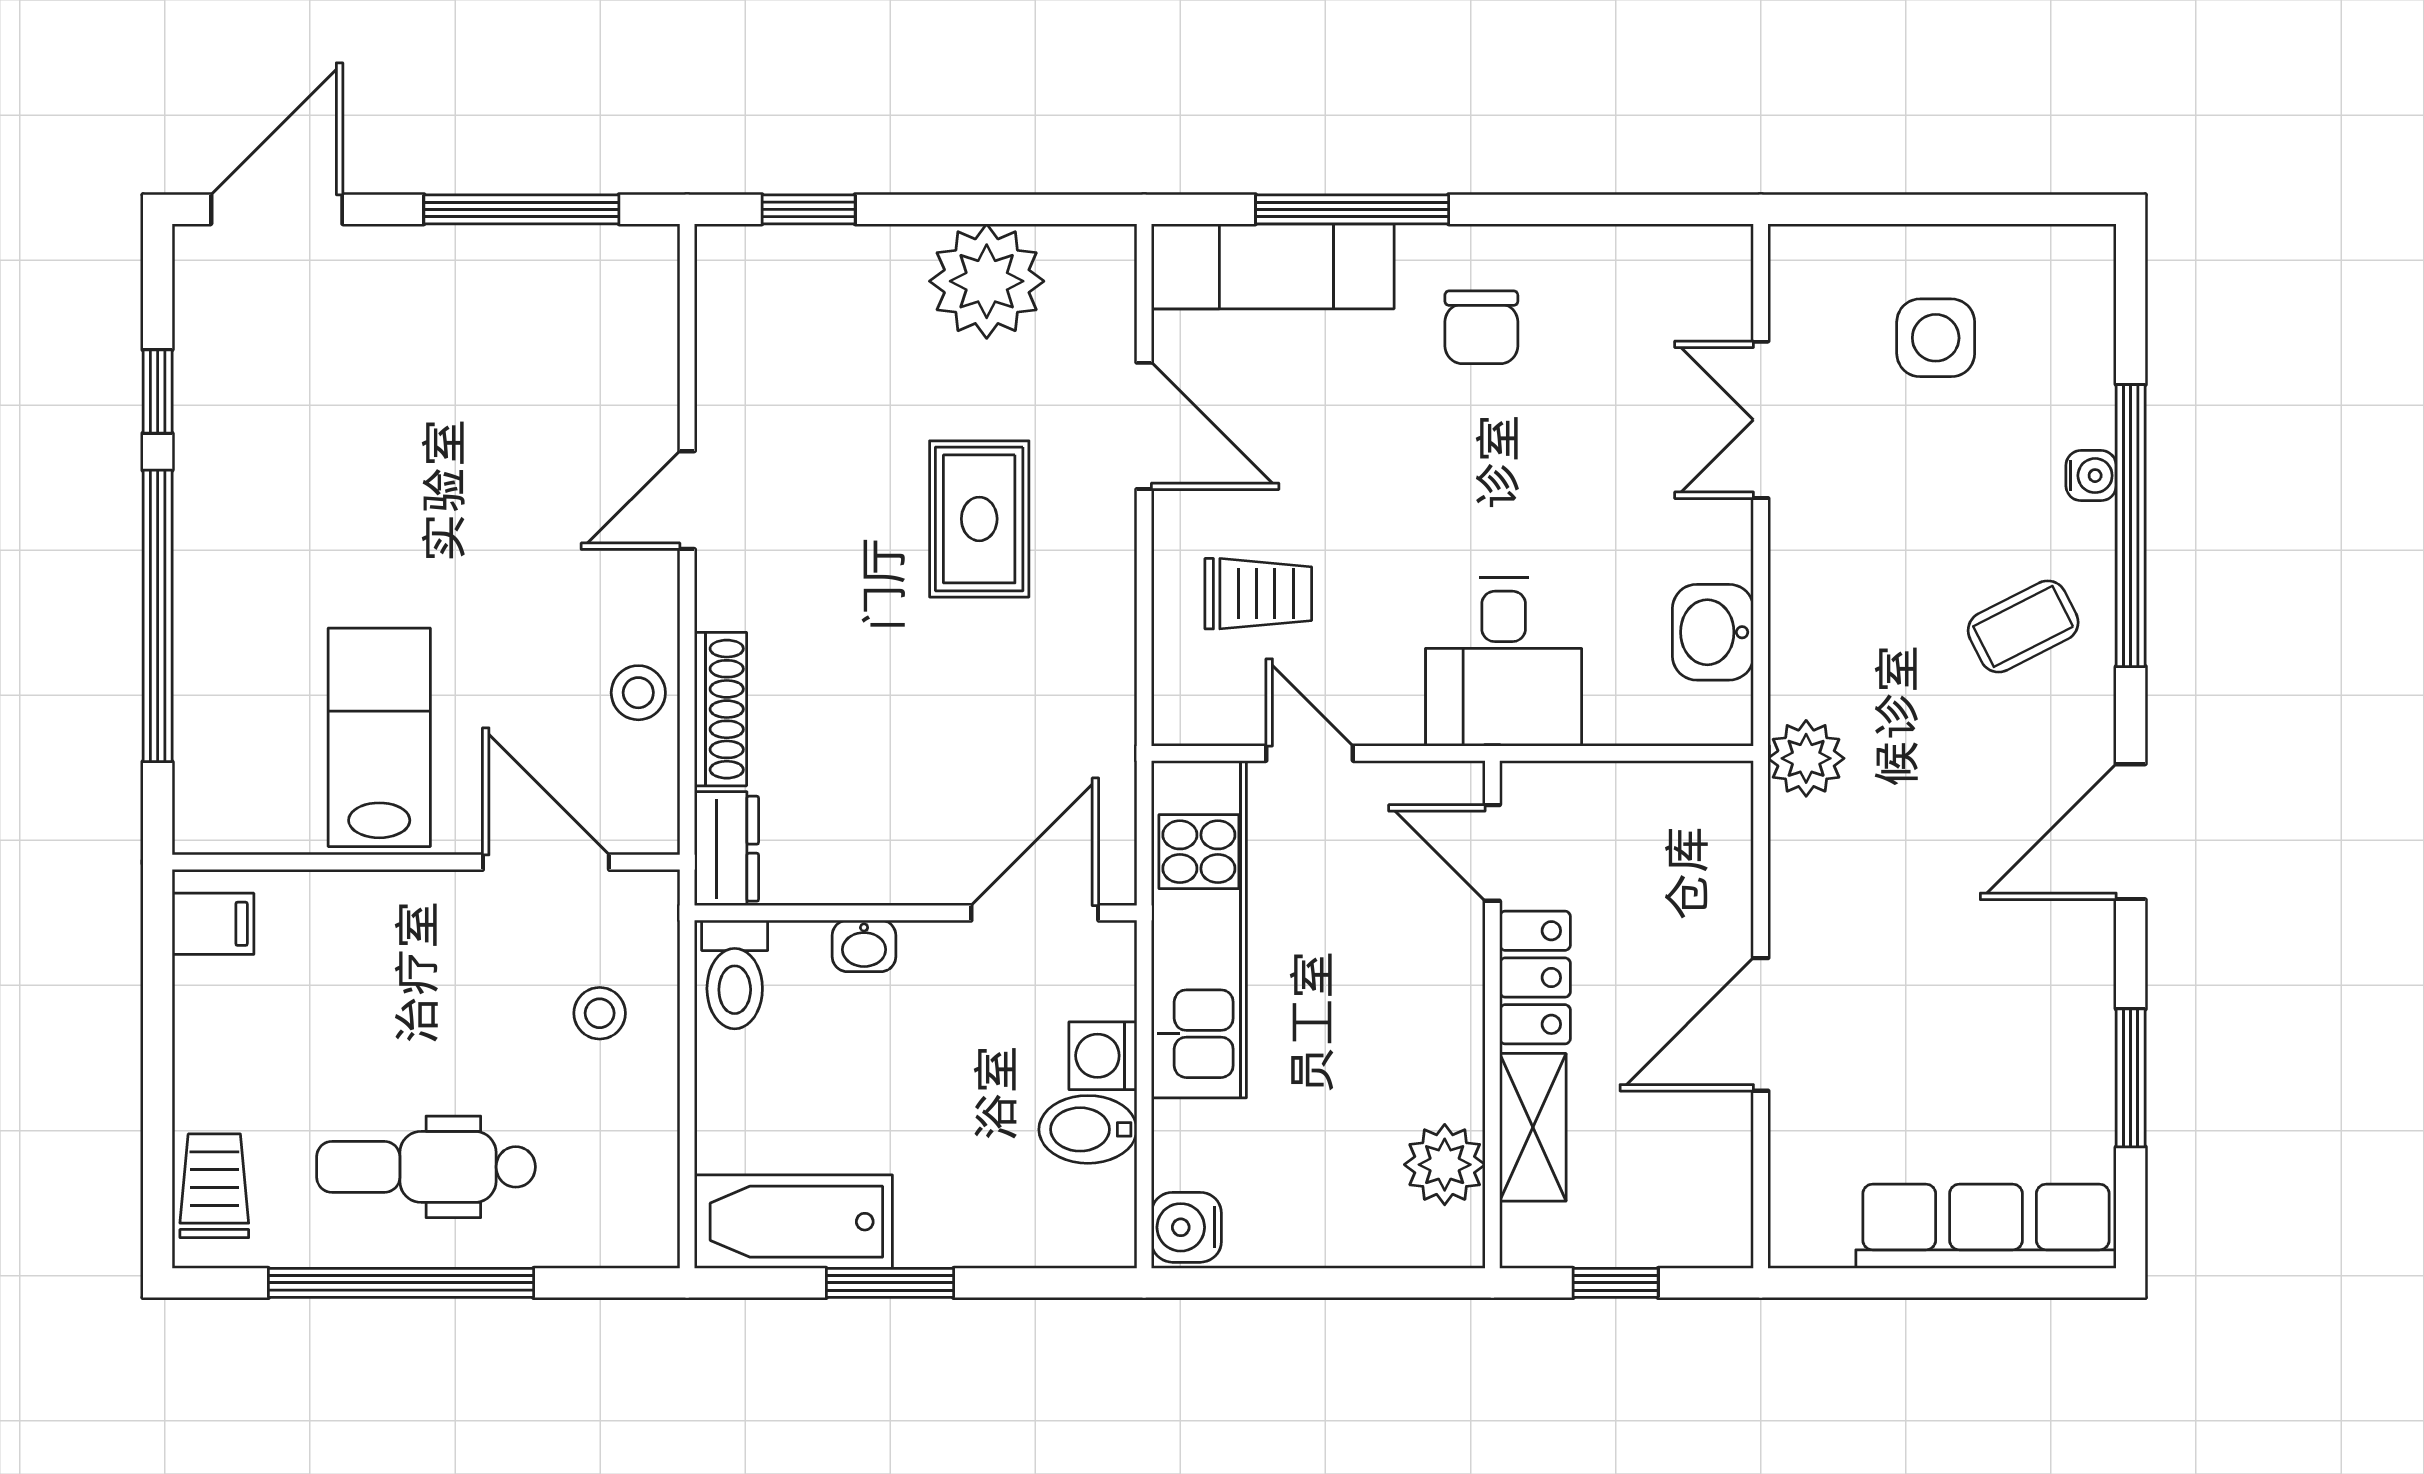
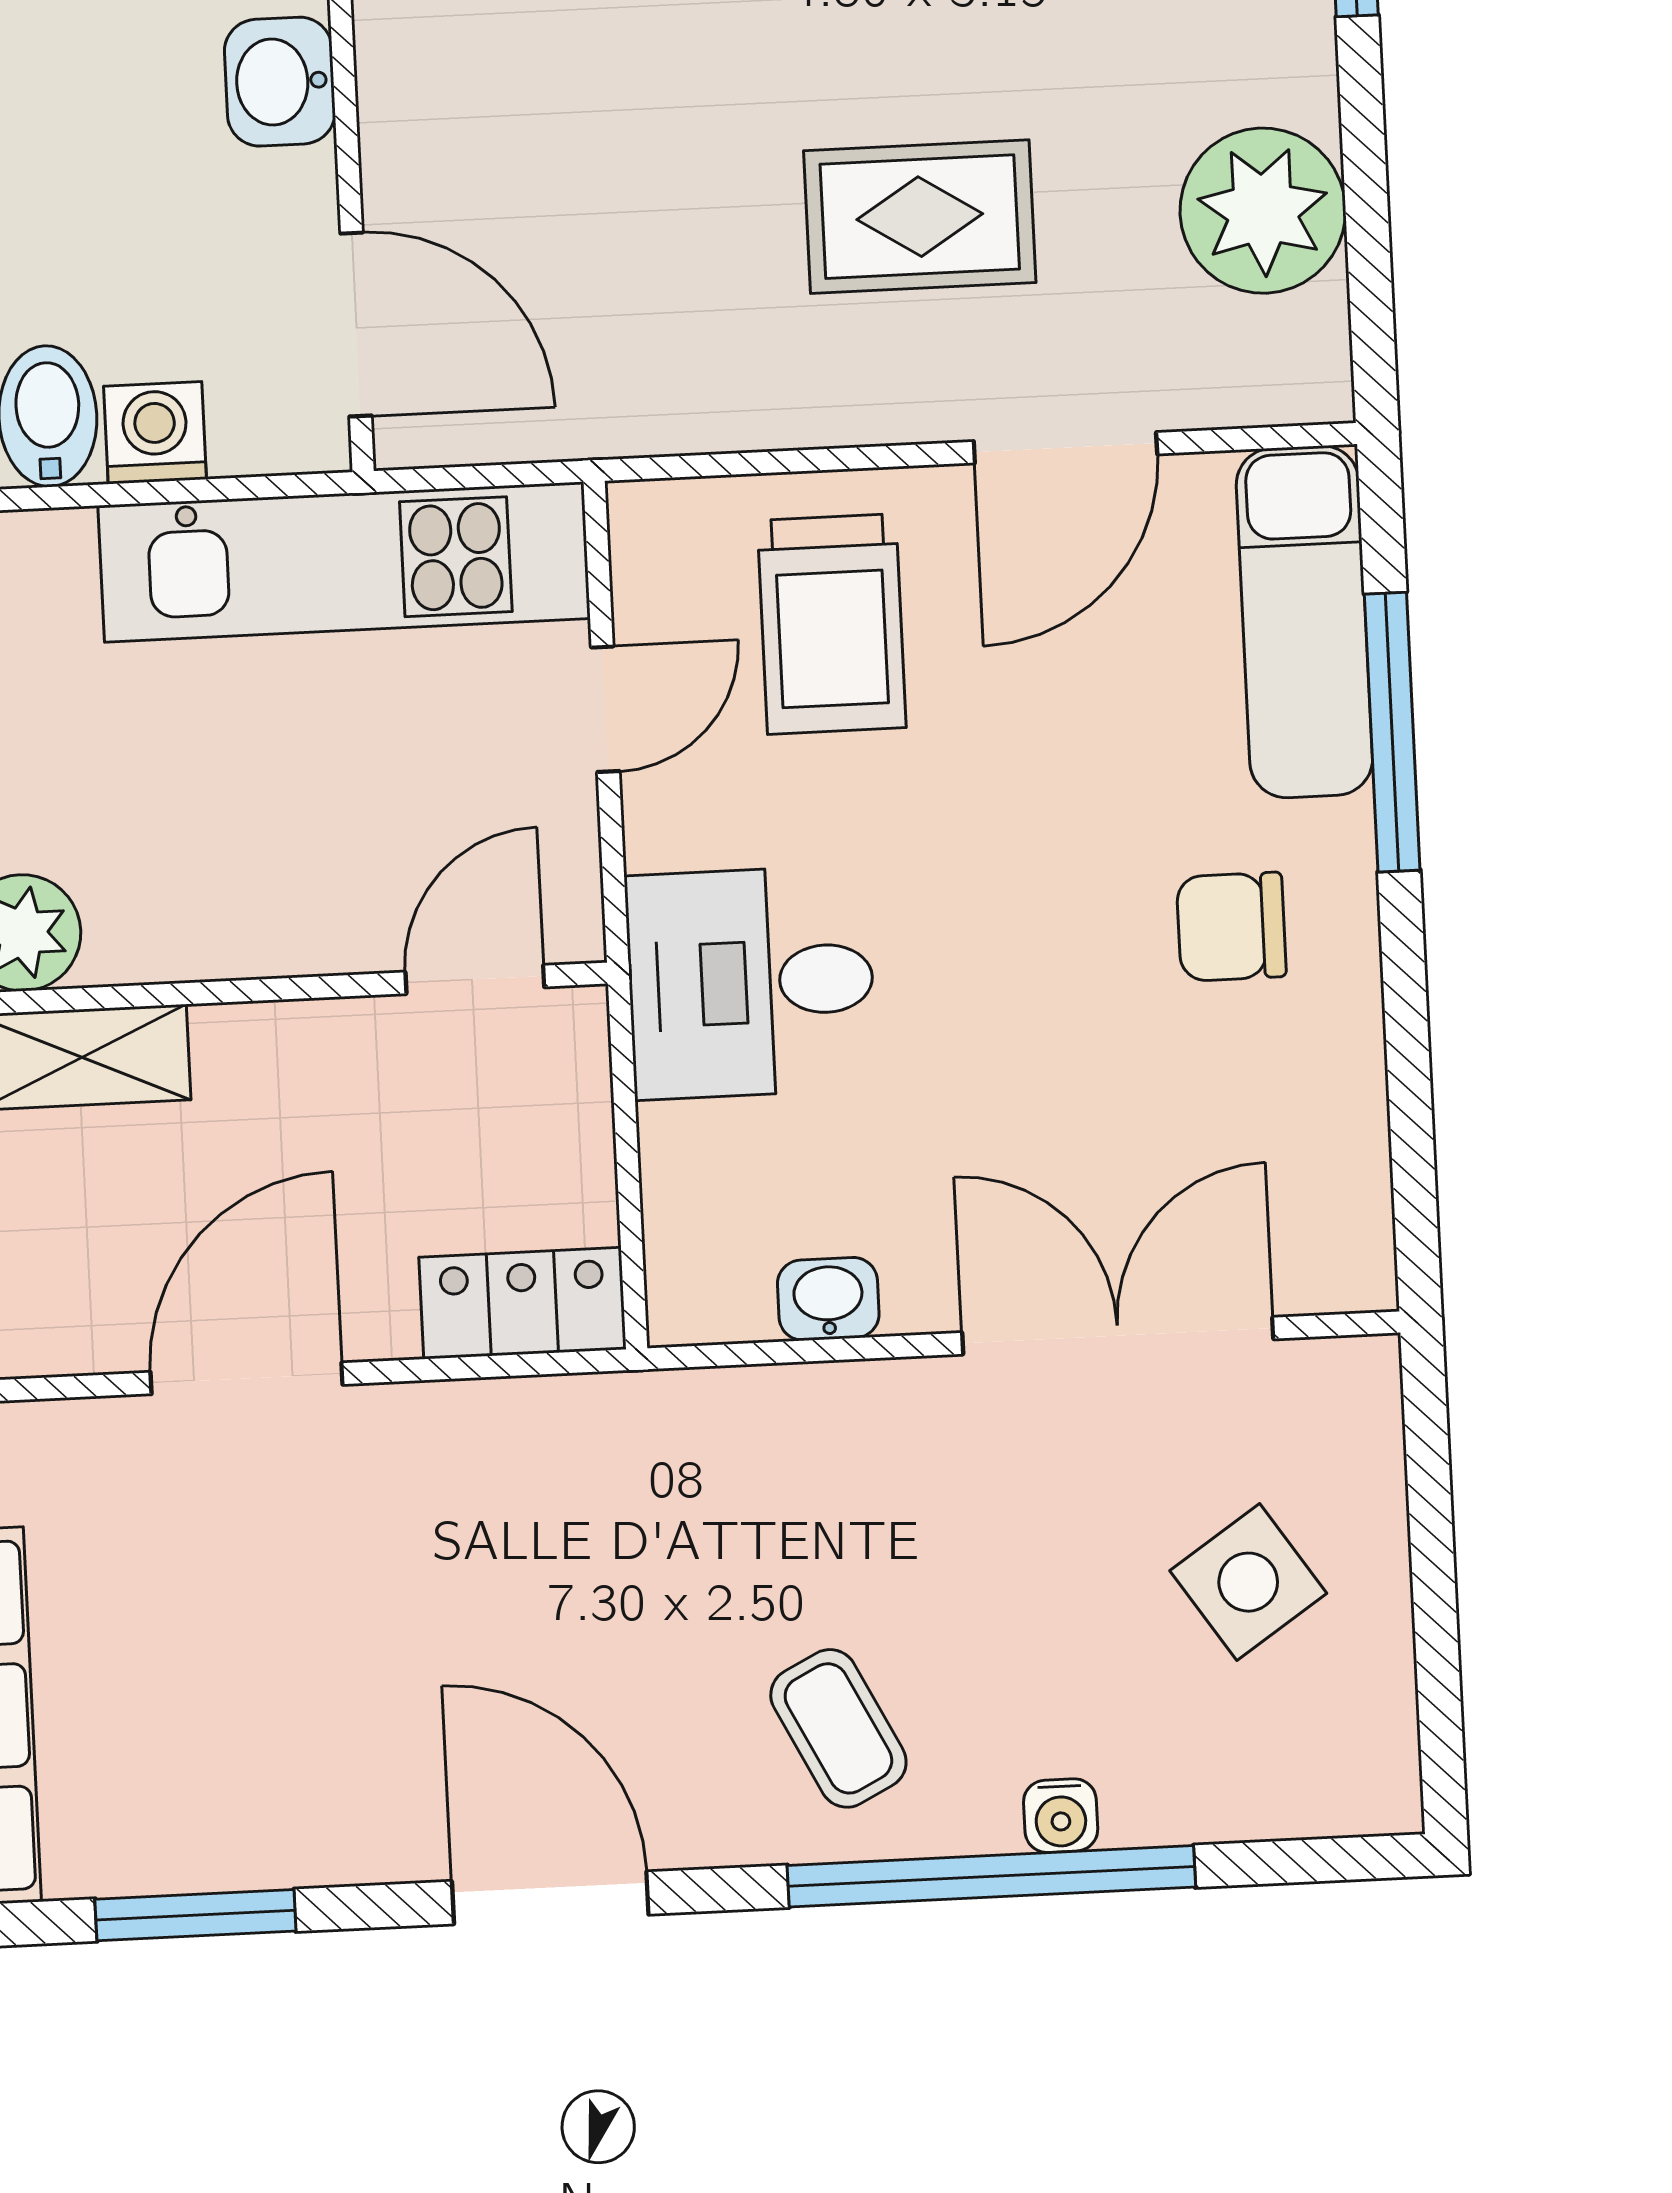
side table: (1936, 338) -> (1248, 1582), turned -34
double door: (1761, 420) -> (1118, 1336), width x1.37
trolley: (1258, 594) -> (832, 624), width x1.36, depth x1.39
washbasin: (1713, 632) -> (828, 1299), width x0.72, depth x0.69
plant: (1806, 758) -> (633, 1425), removed
washbasin: (864, 946) -> (280, 82), width x1.38, depth x1.45
locker: (1535, 978) -> (523, 1303), moved, turned 180
door: (1761, 1024) -> (247, 1378), hinge flipped

